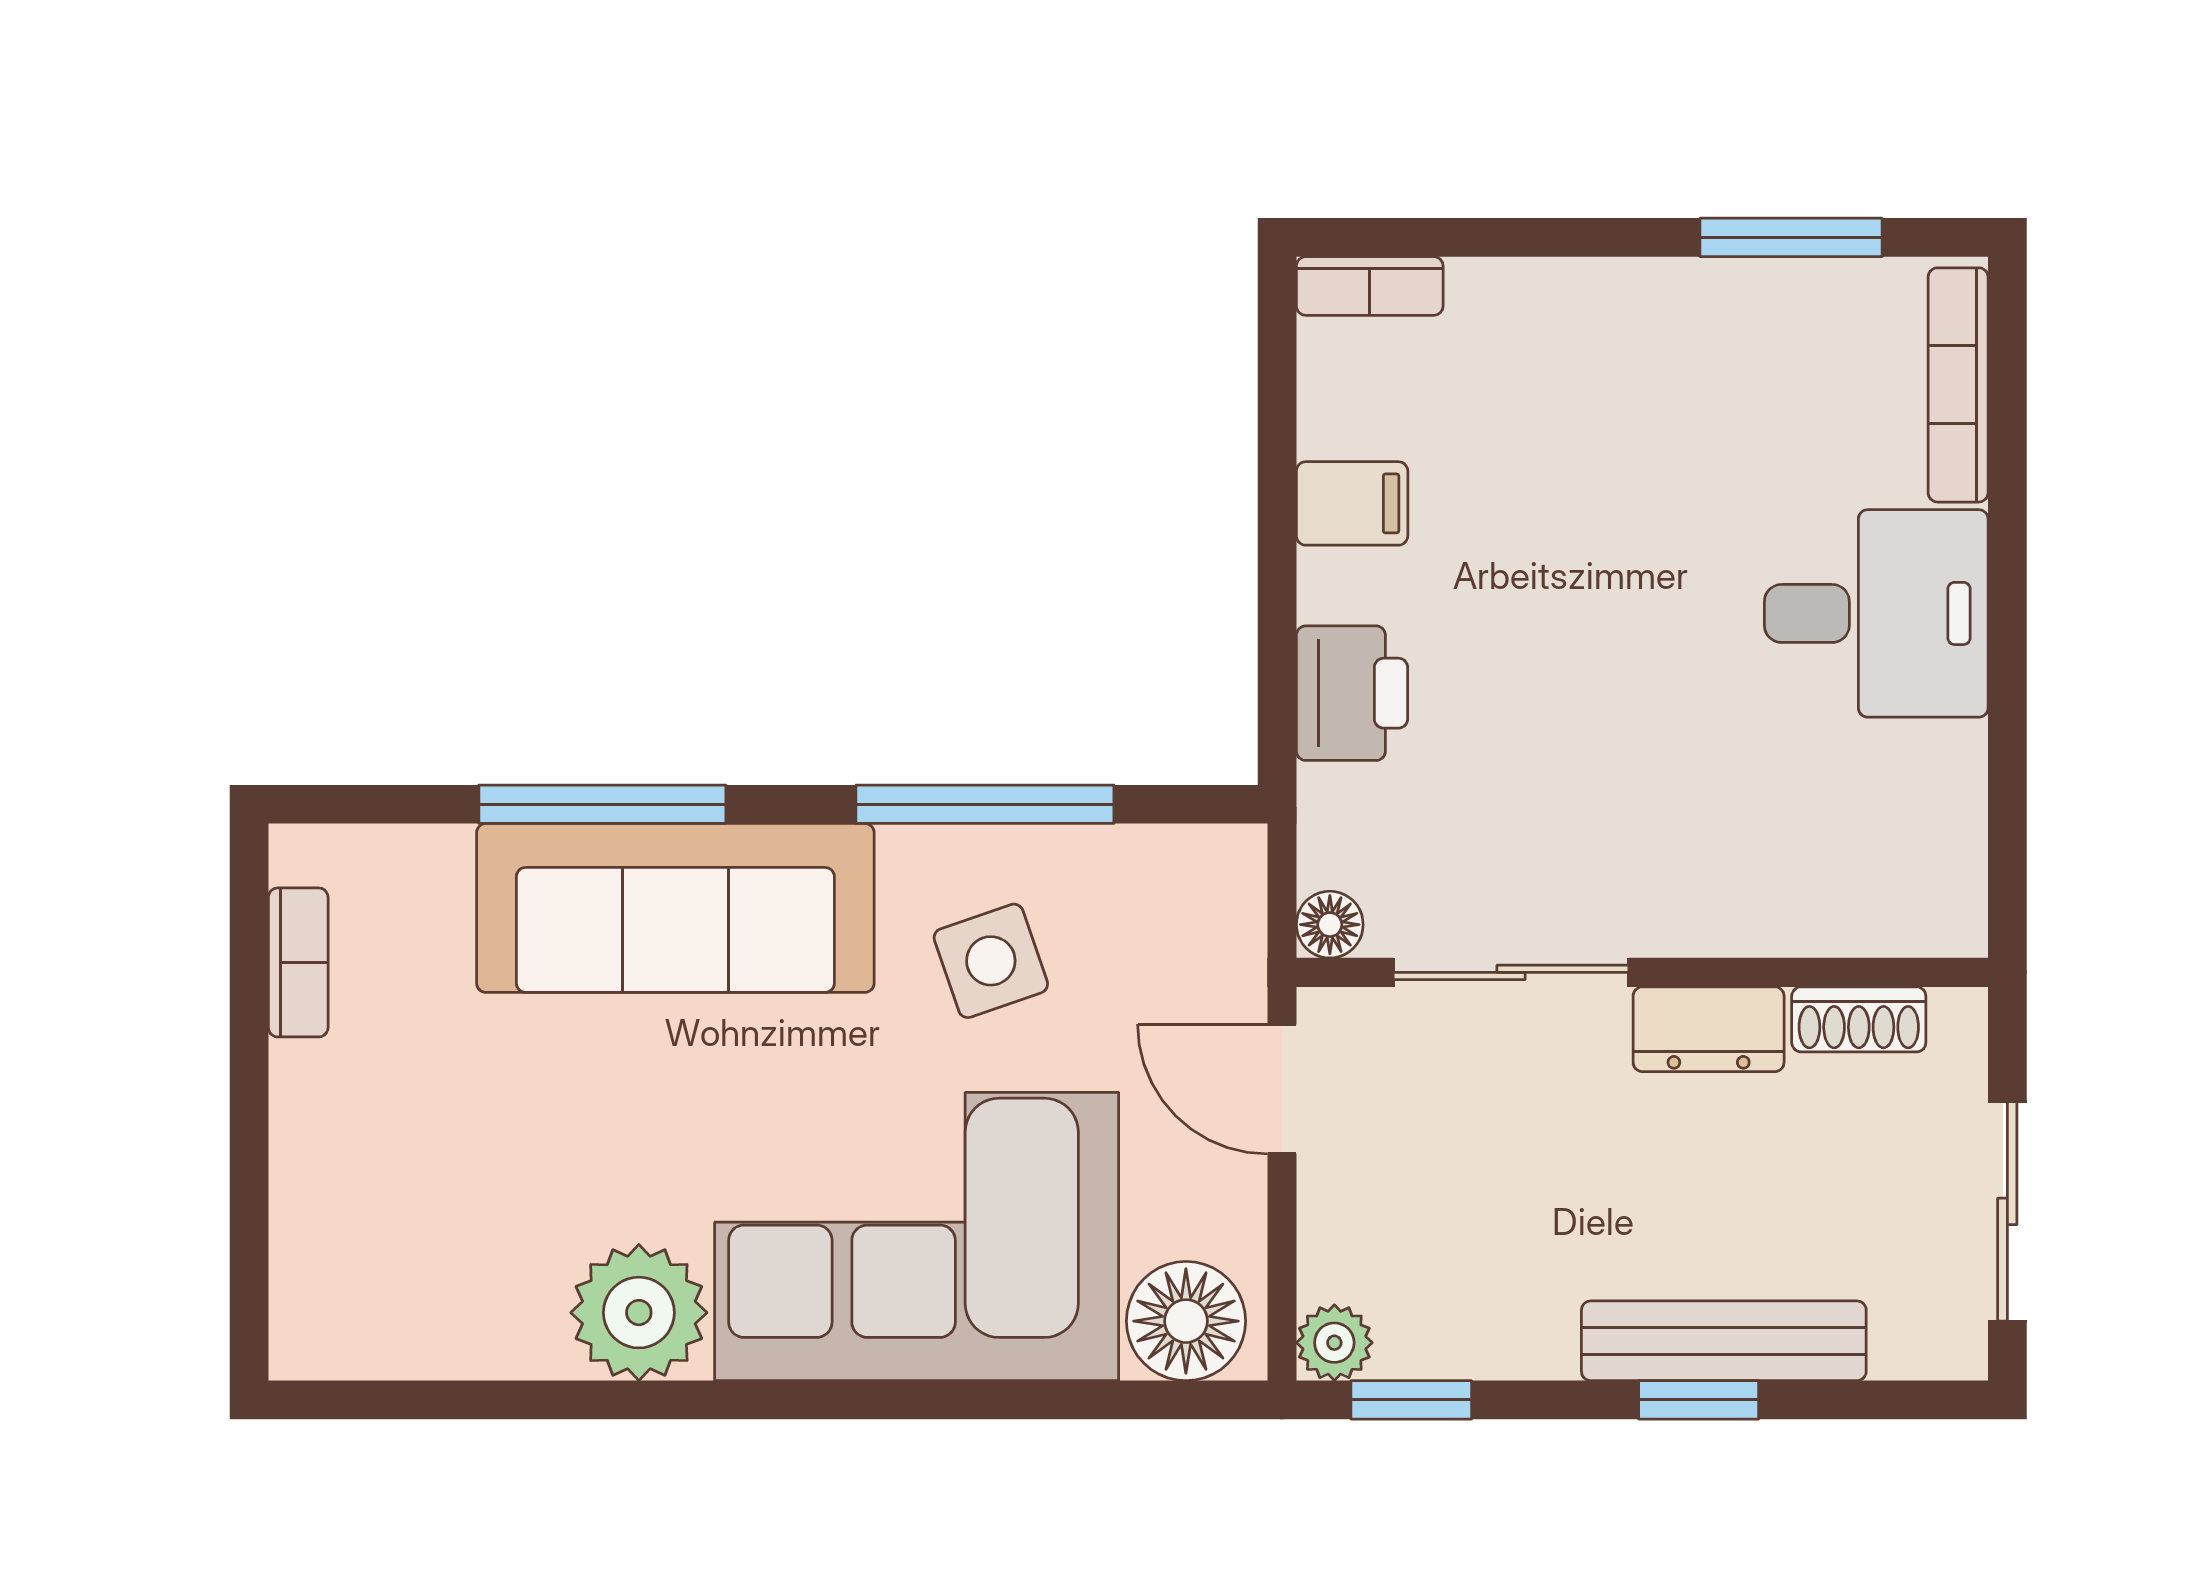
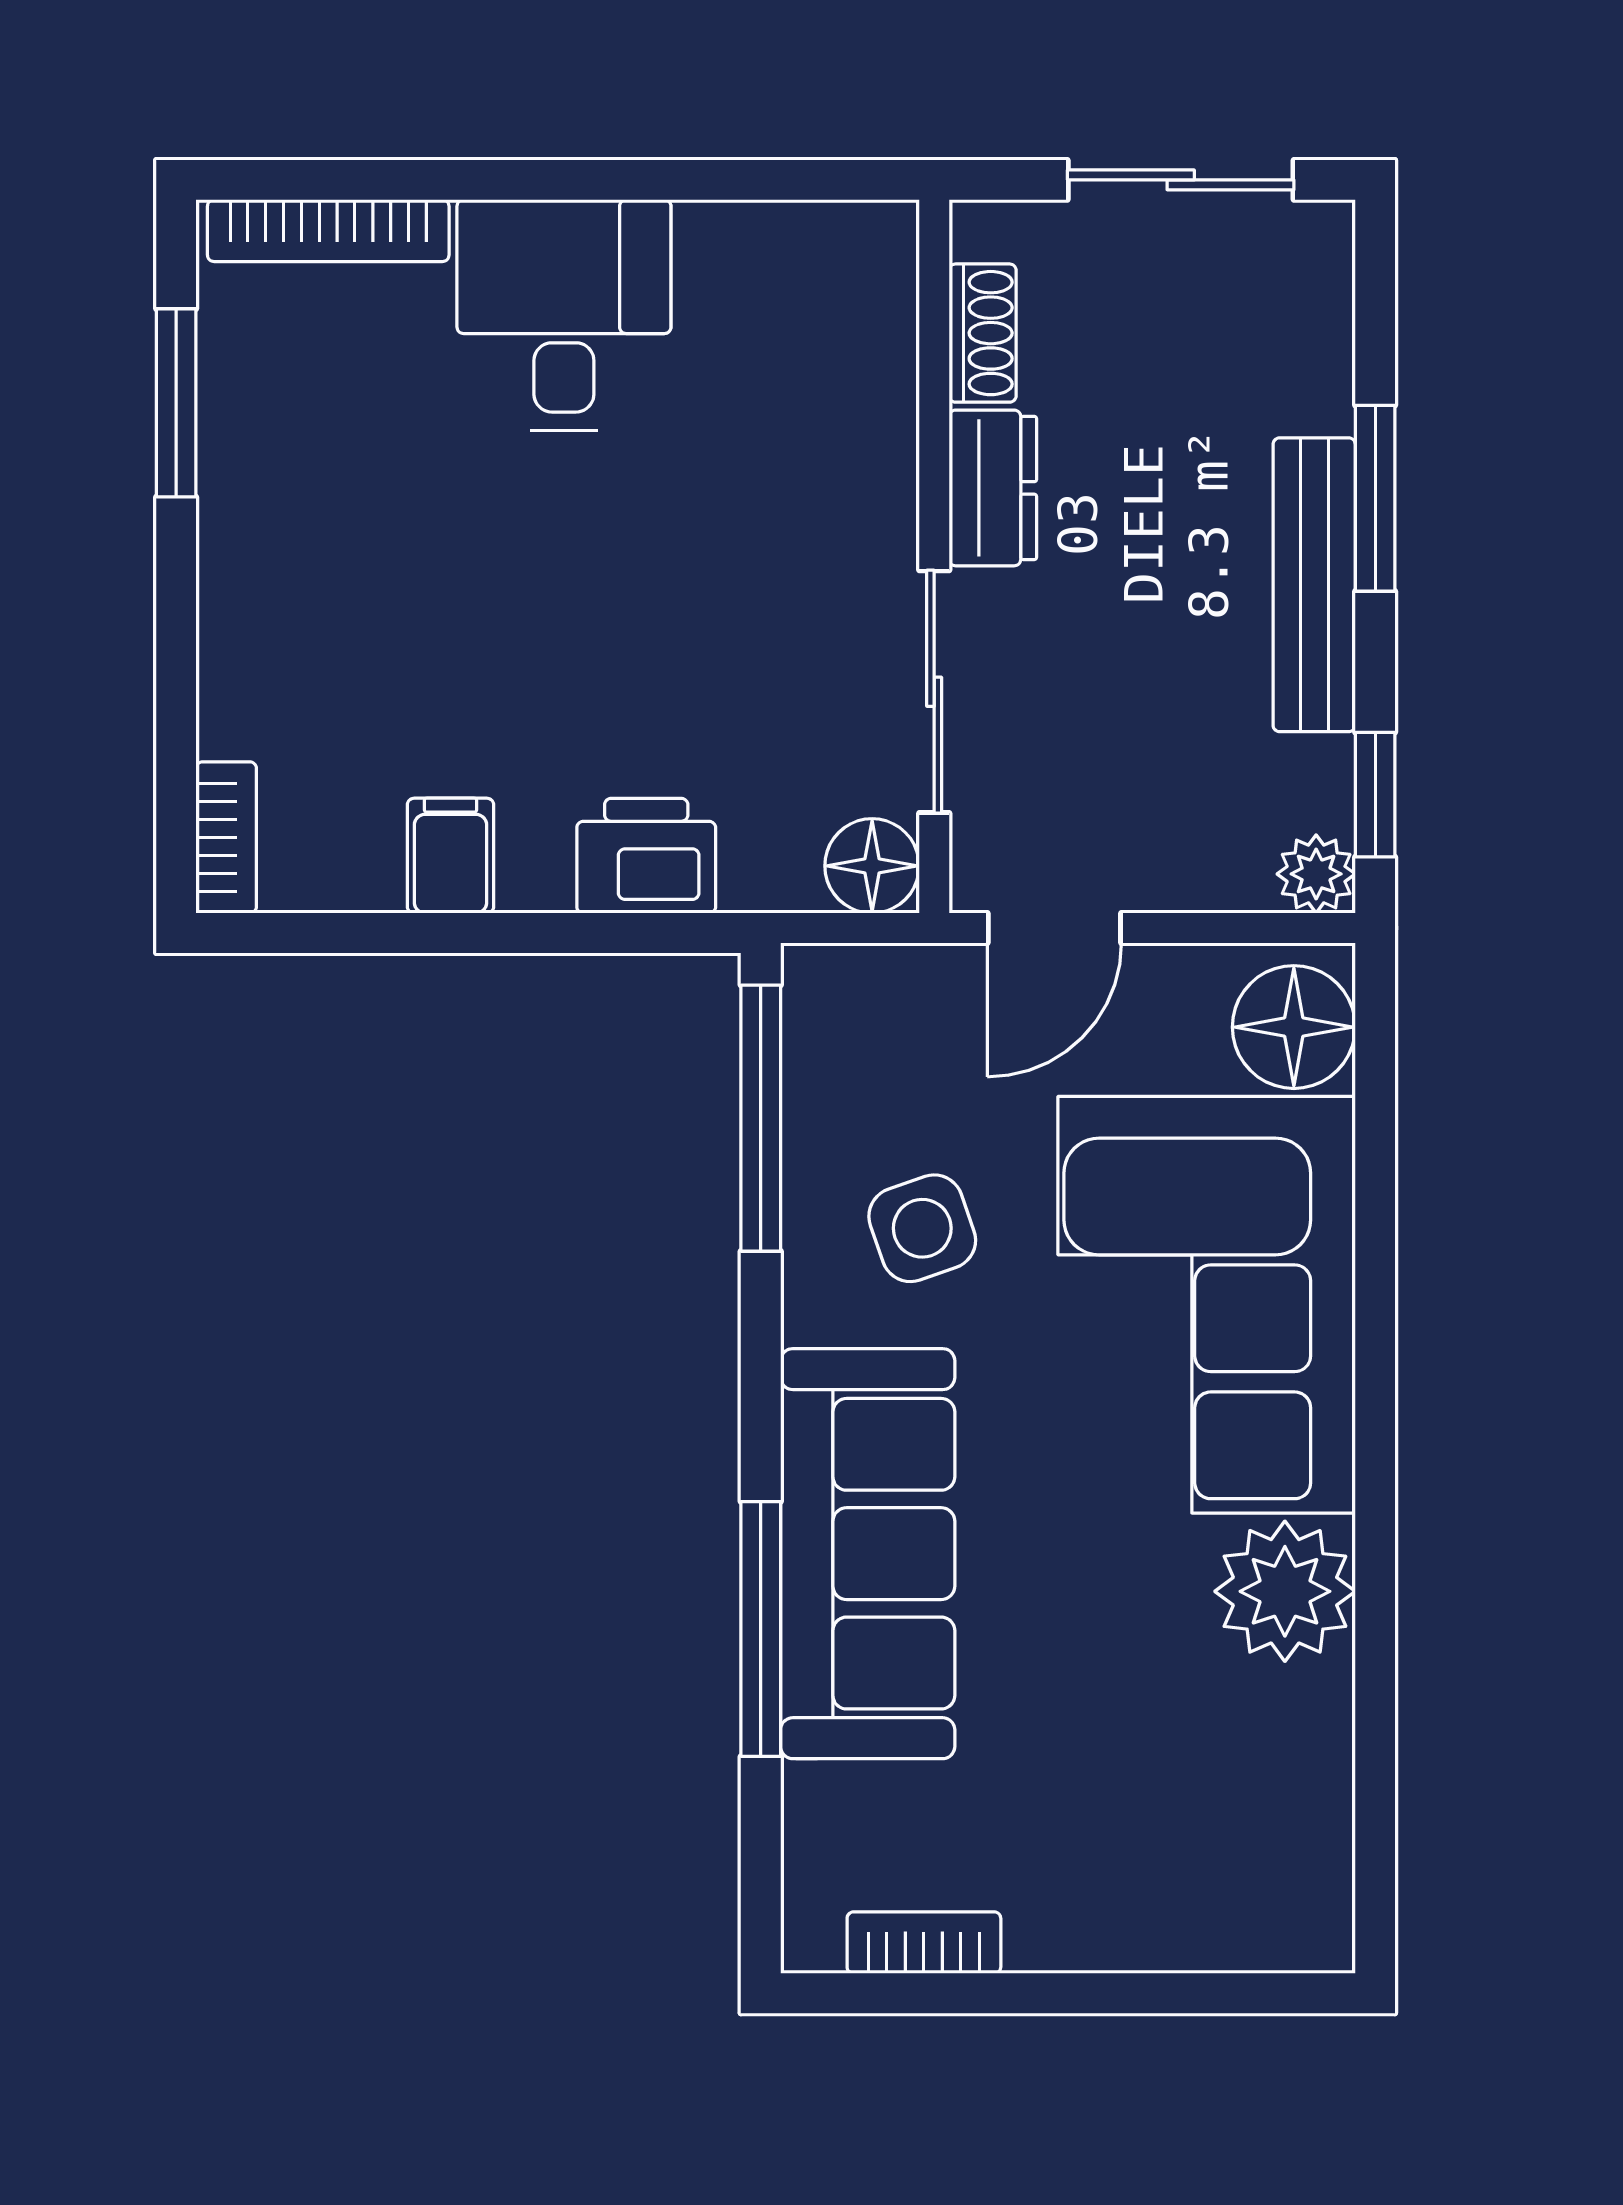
window: (985, 804) -> (761, 1118), moved
floor lamp: (1330, 925) -> (872, 866), width x1.37, depth x1.37
bench: (1724, 1341) -> (1314, 585), moved
window: (1699, 1400) -> (1375, 498), width x1.50

